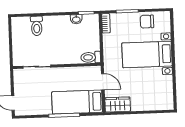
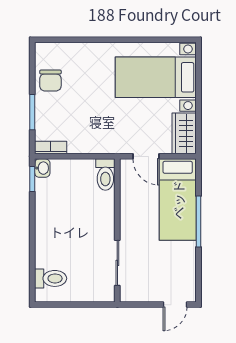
washbasin: (76, 19) -> (42, 168), moved
toilet: (37, 26) -> (51, 278), moved
bed with nightstands: (147, 54) -> (156, 77), moved, turned 90
door: (103, 82) -> (146, 156), swing flipped

